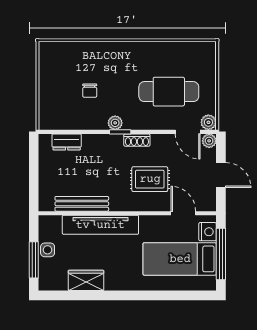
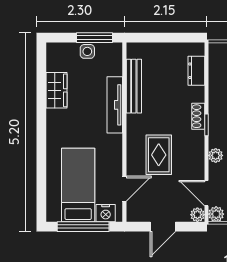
plant: (115, 123) -> (216, 155), moved
door: (188, 132) -> (206, 193), hinge flipped
shoe rack: (137, 140) -> (198, 116), moved
tv unit: (100, 225) -> (115, 105), width x0.73, depth x0.78
window: (34, 260) -> (95, 38), moved

